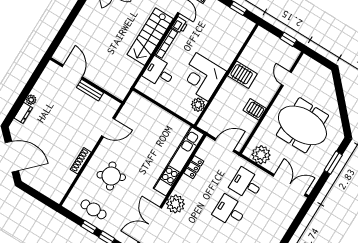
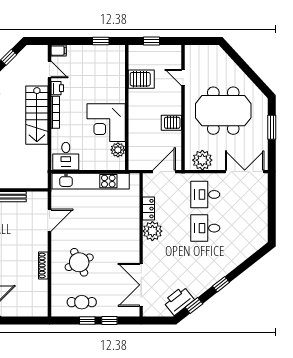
window: (288, 39) -> (151, 41), moved
desk: (159, 72) -> (66, 156), moved, turned -90
server rack: (242, 75) -> (141, 79), moved
kitchen unit: (179, 161) -> (91, 181), moved, turned -90
plant: (175, 204) -> (152, 231), moved

